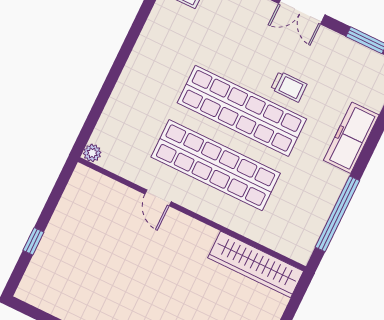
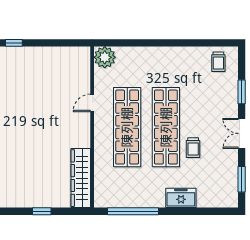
freezer: (351, 138) -> (181, 198), width x0.71
plant: (92, 153) -> (105, 57), width x1.88, depth x1.88
window: (33, 241) -> (14, 43), moved

